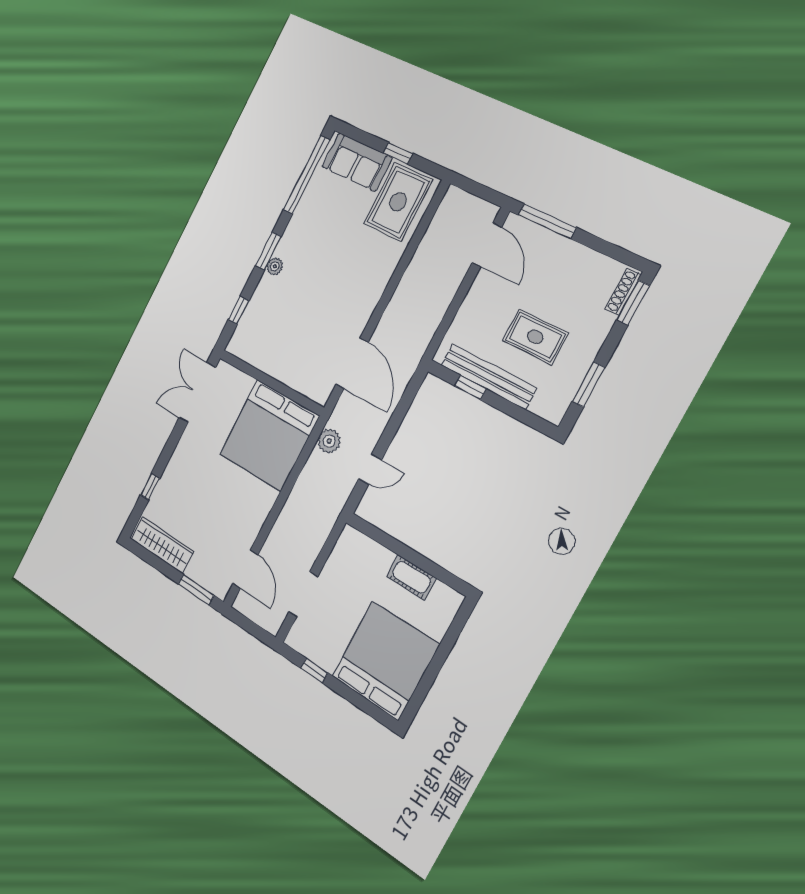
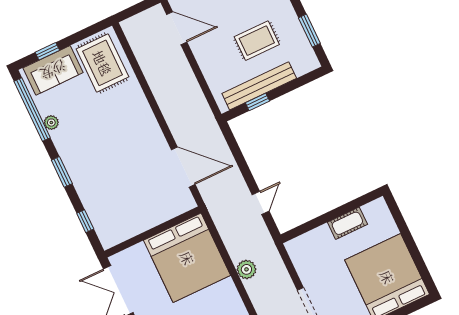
window: (398, 153) -> (47, 51), moved
plant: (275, 266) -> (51, 123), moved
plant: (329, 441) -> (246, 269), moved

